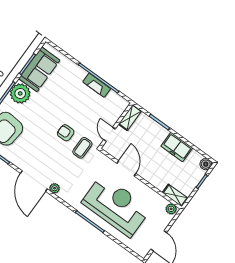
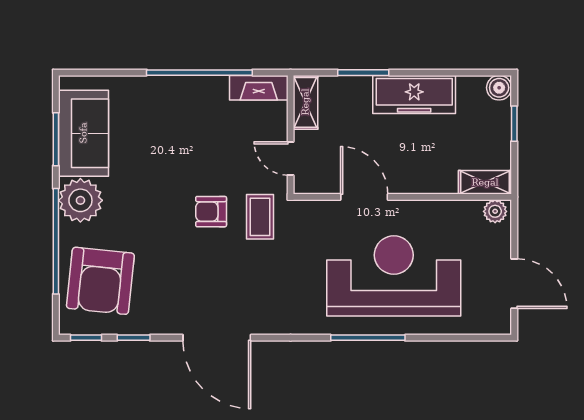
fireplace: (97, 85) -> (259, 88), moved
freezer: (177, 147) -> (414, 95), width x1.40
plant: (54, 188) -> (262, 324), removed

